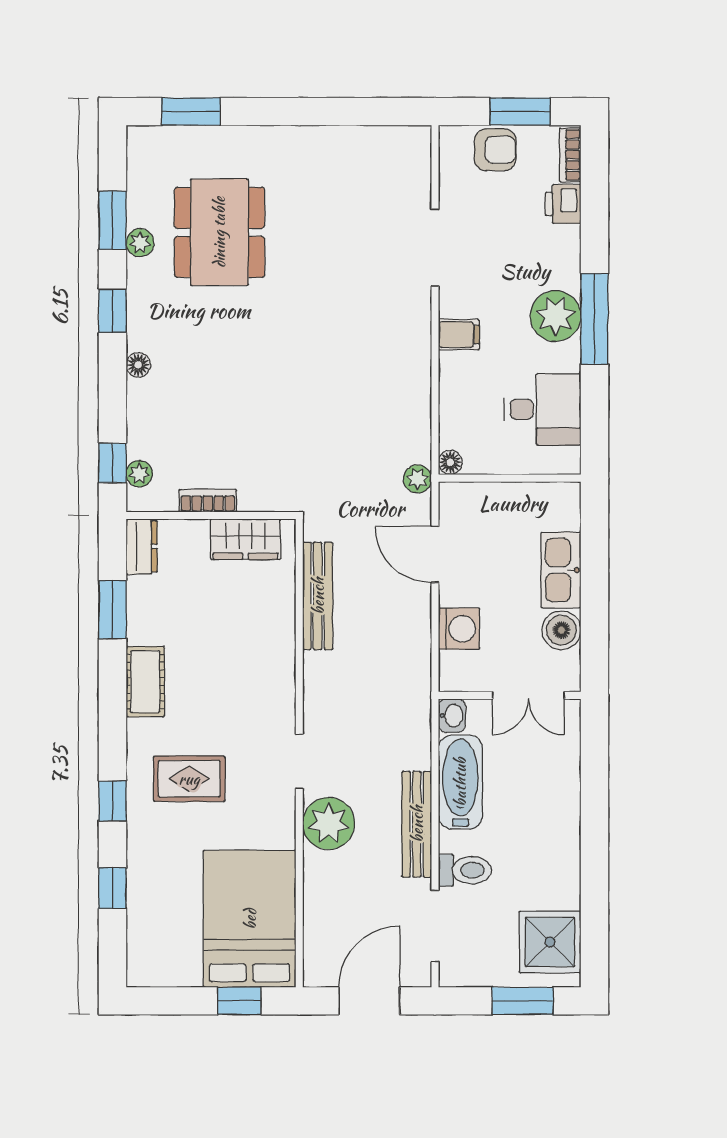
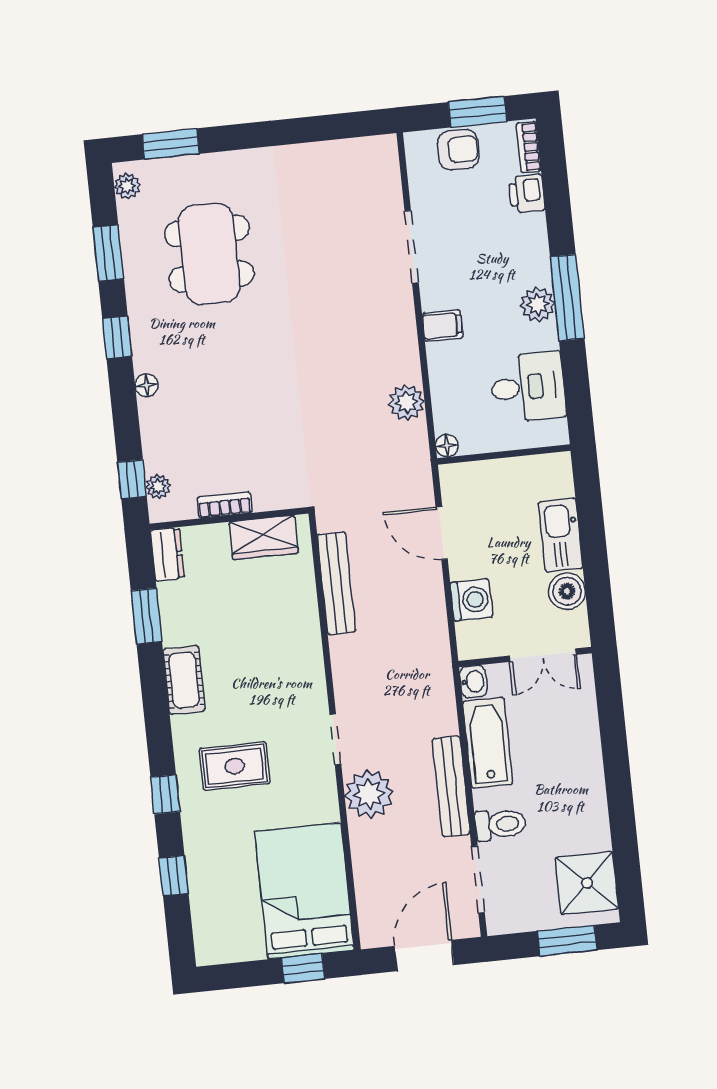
plant: (140, 243) -> (127, 186), moved
plant: (555, 316) -> (538, 305), width x0.73, depth x0.73
plant: (418, 479) -> (407, 403), moved, width x1.38, depth x1.38

